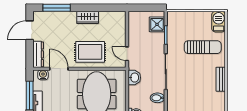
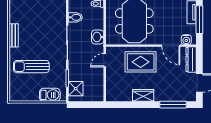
barbecue: (219, 22) -> (50, 95), moved, turned -90
door: (127, 54) -> (105, 60), swing flipped

